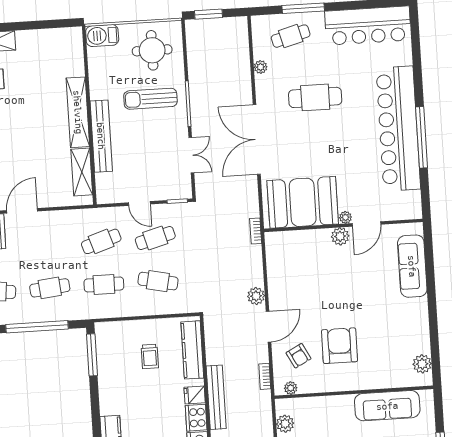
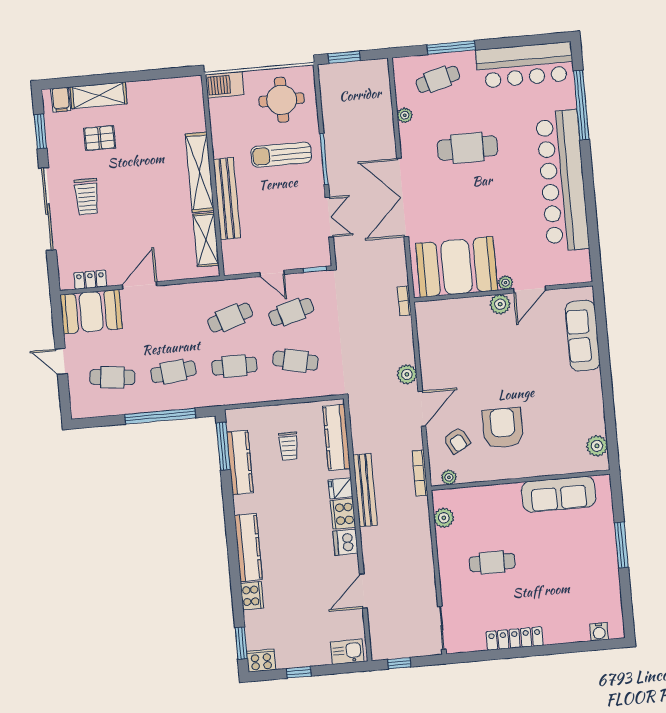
window: (422, 137) -> (581, 105), moved
kitchen counter: (106, 370) -> (240, 462), added
bookcase: (265, 376) -> (420, 473), width x1.56

